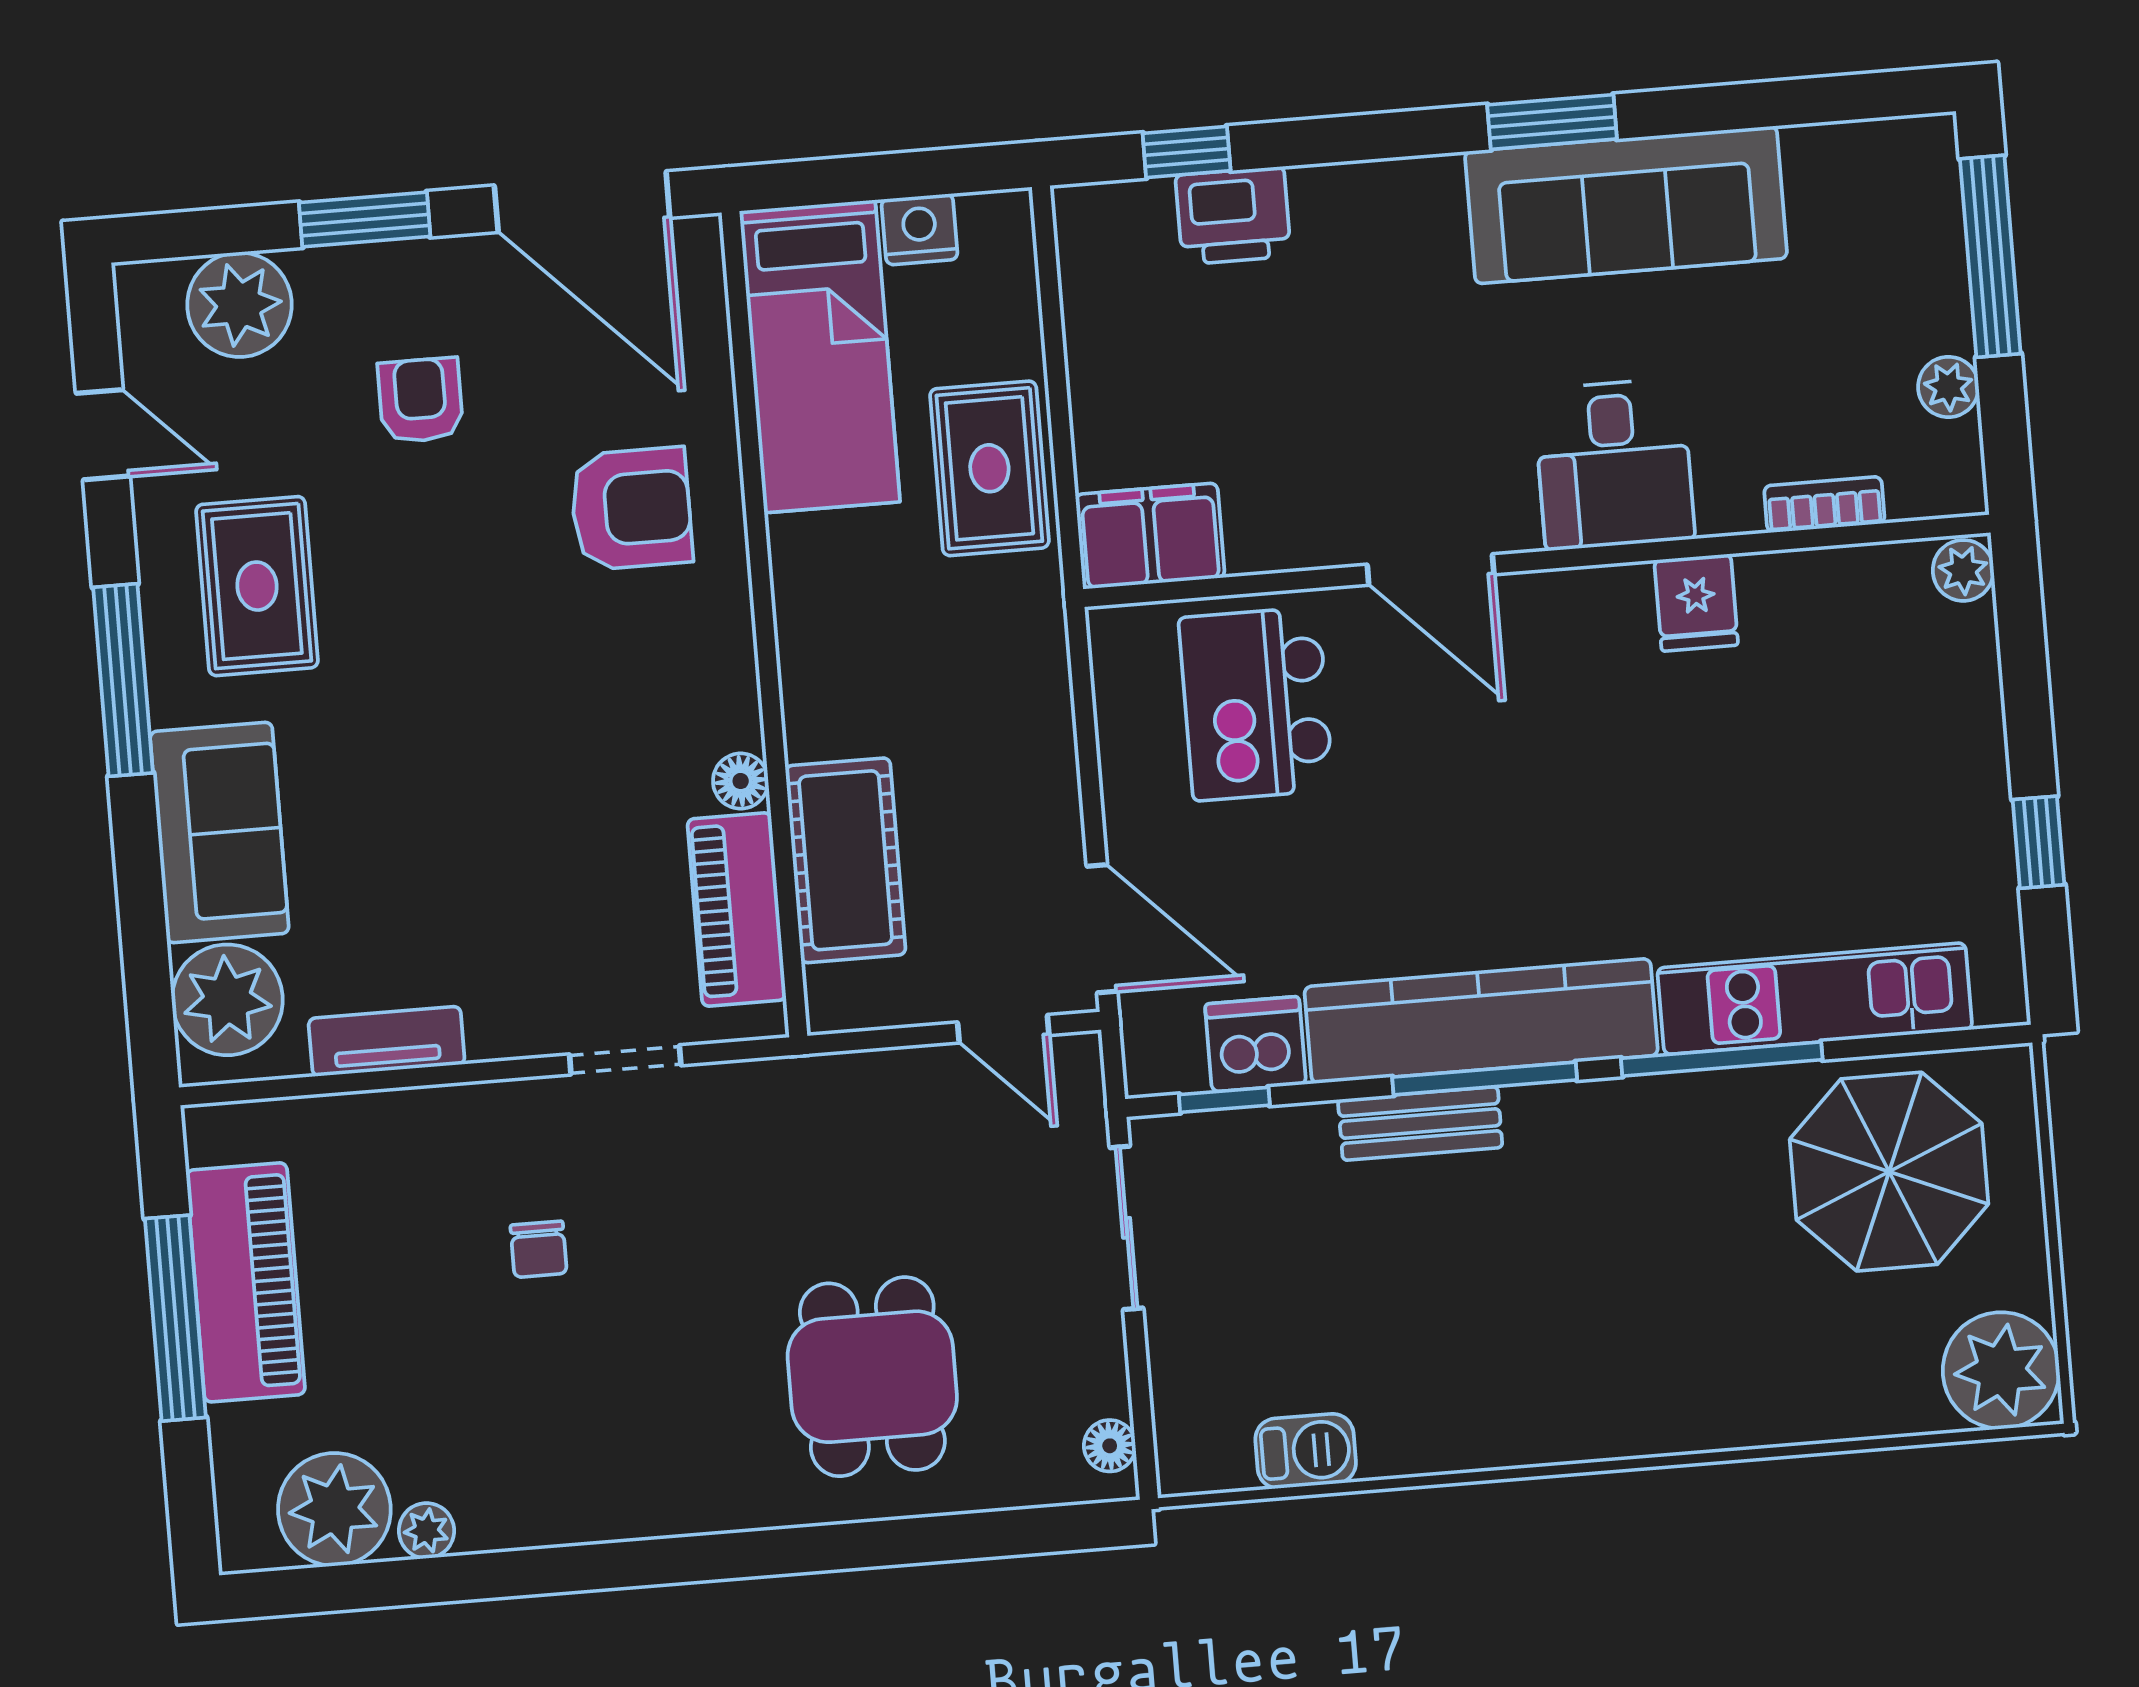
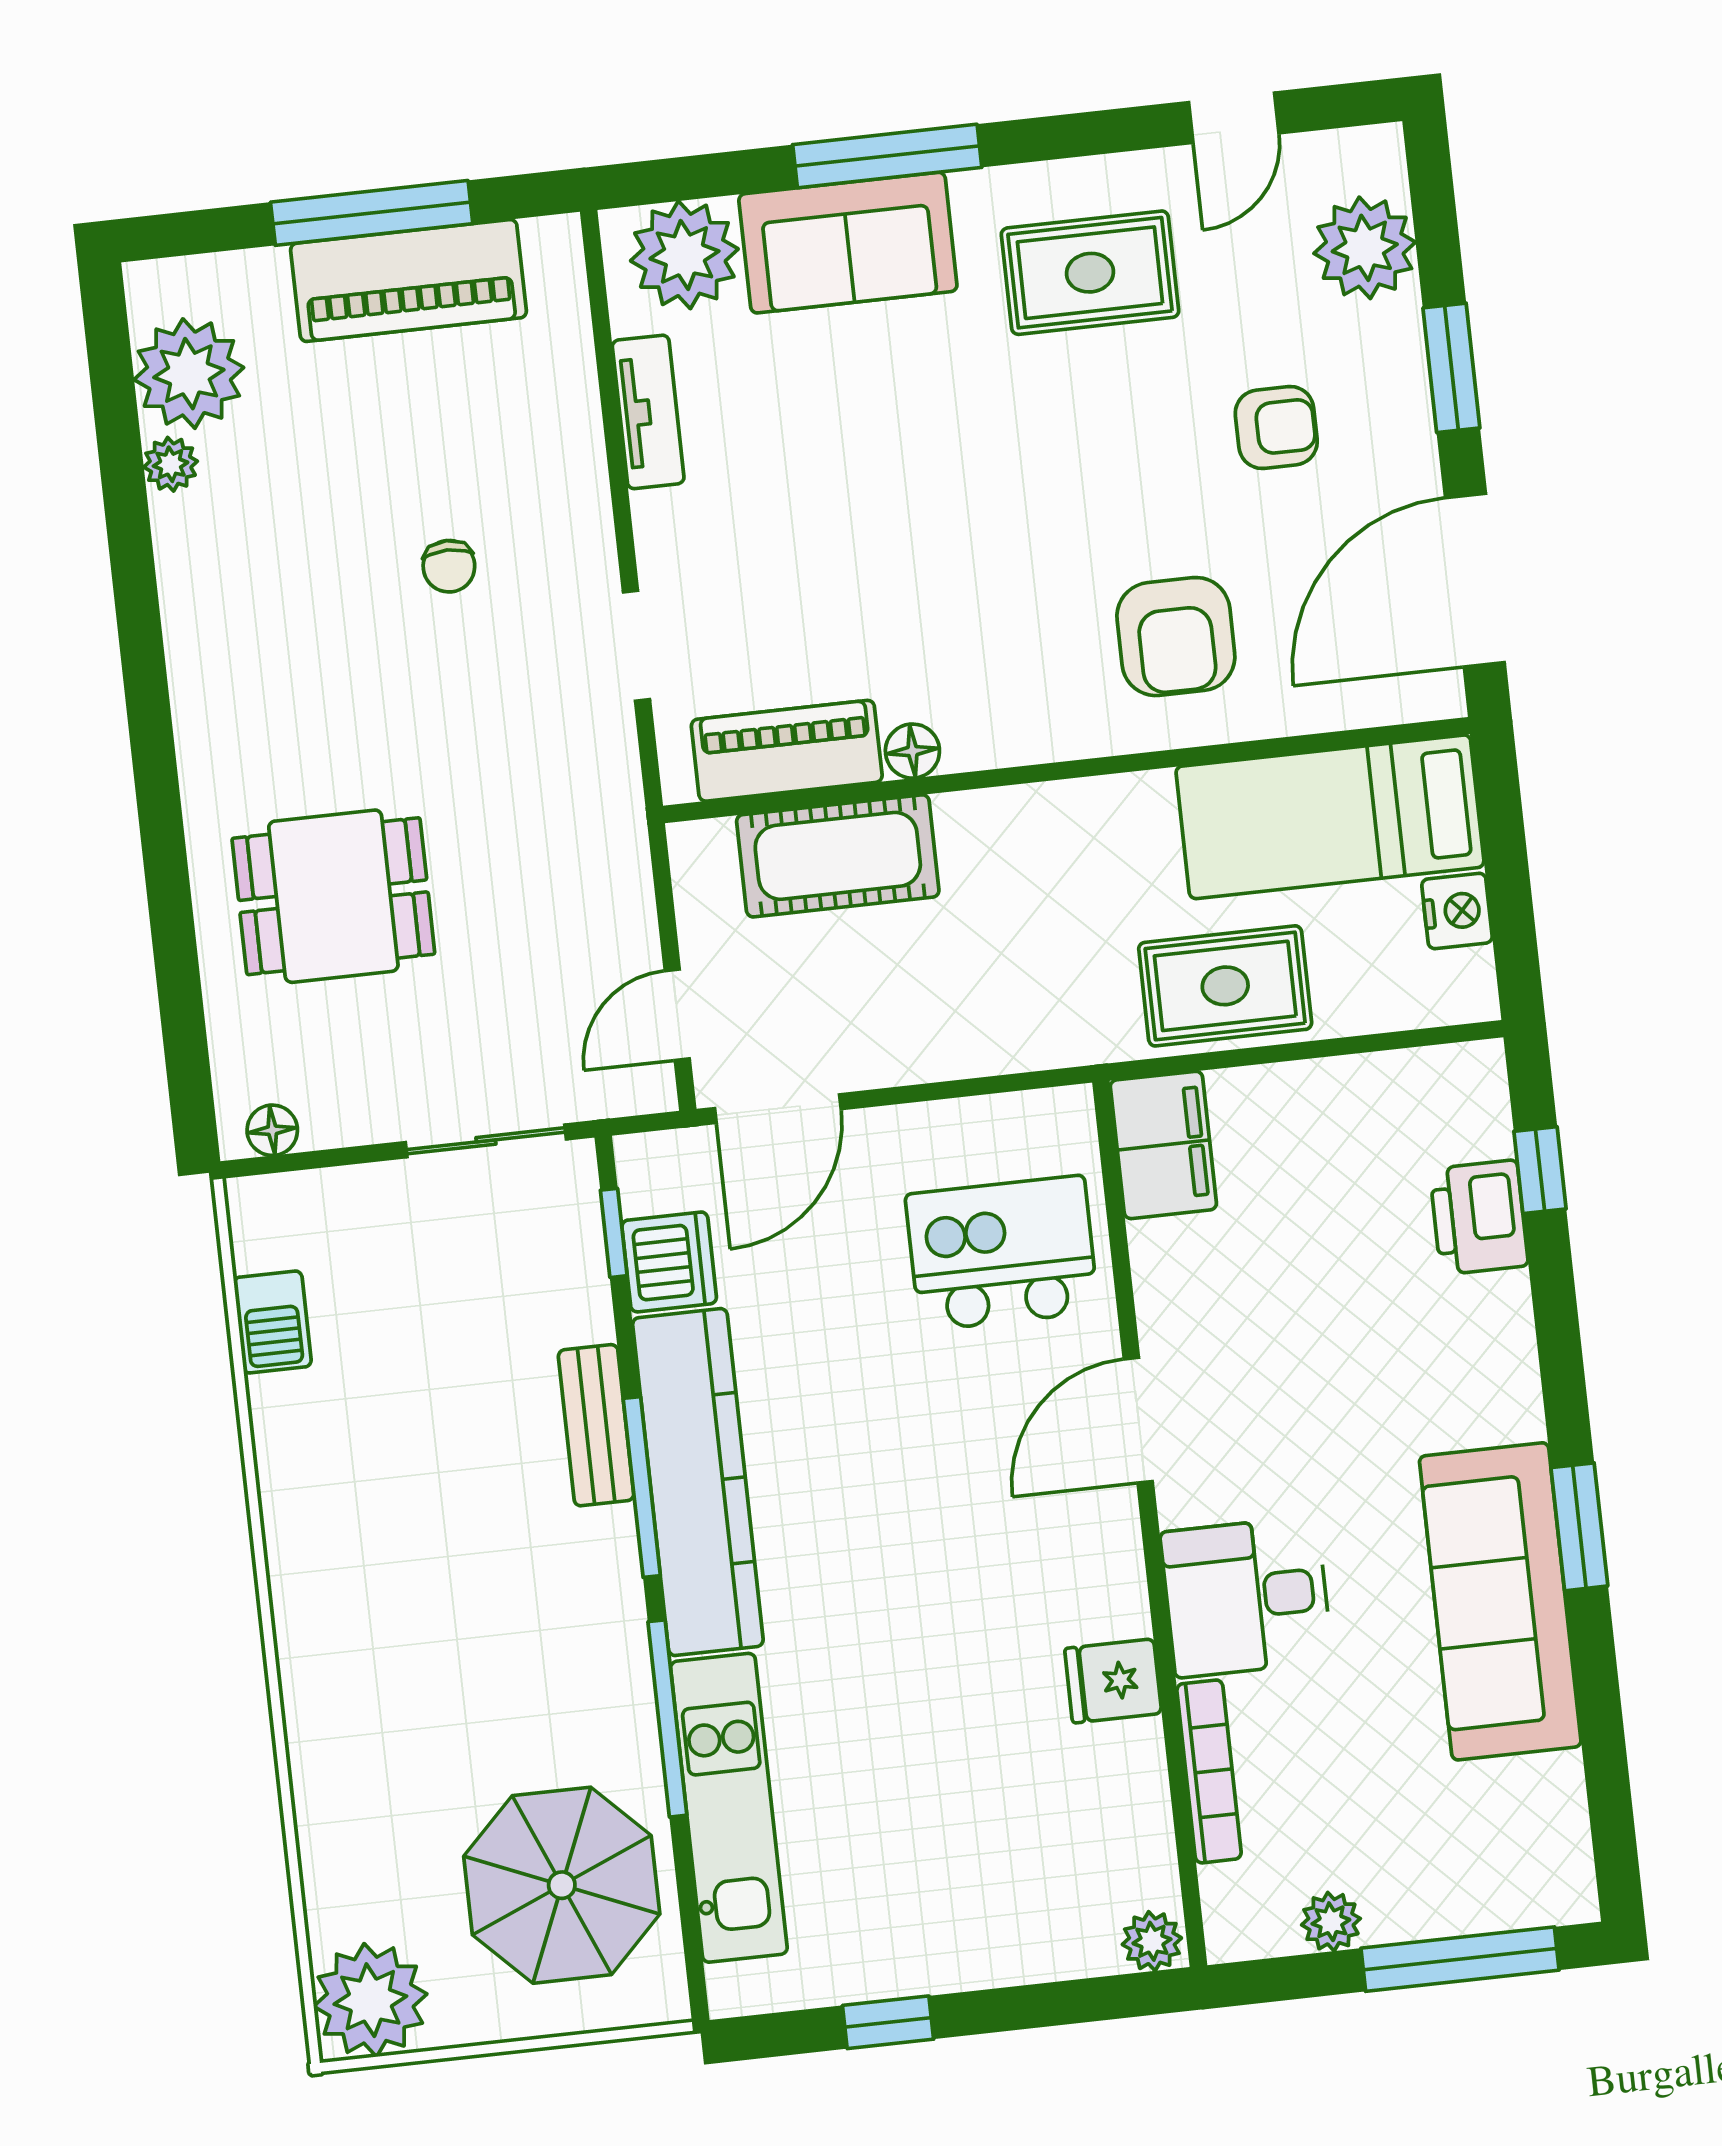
bookcase: (1824, 505) -> (1209, 1771), width x1.56
window: (123, 680) -> (887, 156), moved
chair: (539, 1249) -> (449, 566), turned -90

